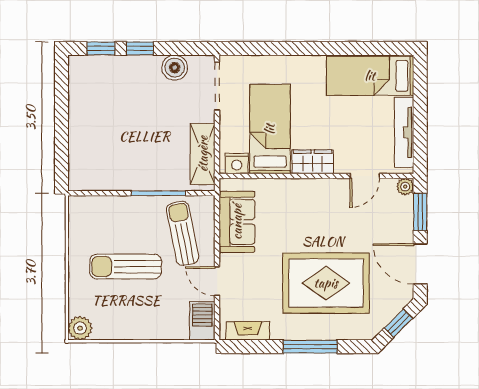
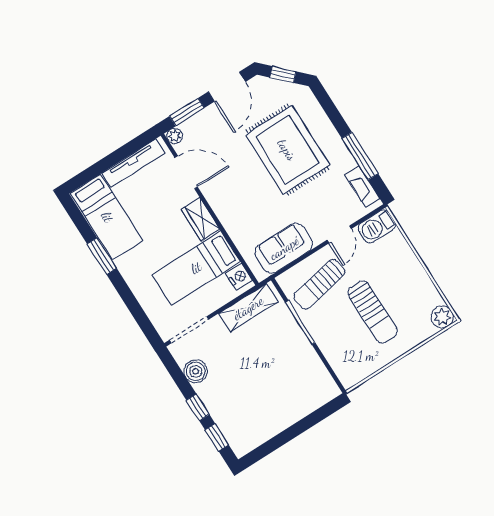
window: (337, 48) -> (102, 256), added
door: (365, 176) -> (186, 172), width x1.38
window: (310, 347) -> (360, 156), moved

